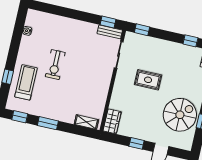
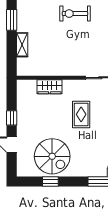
wardrobe: (112, 121) -> (49, 87), moved
shelving: (86, 122) -> (22, 45), moved

